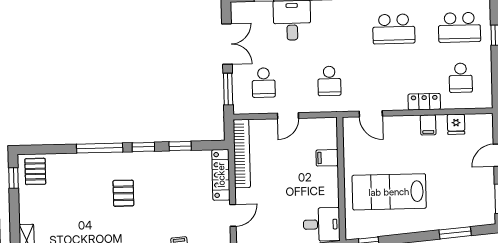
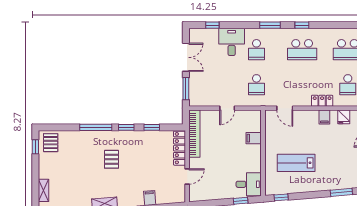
school desk: (264, 83) -> (256, 50), moved
lab bench: (389, 192) -> (296, 163), width x0.73, depth x0.72

